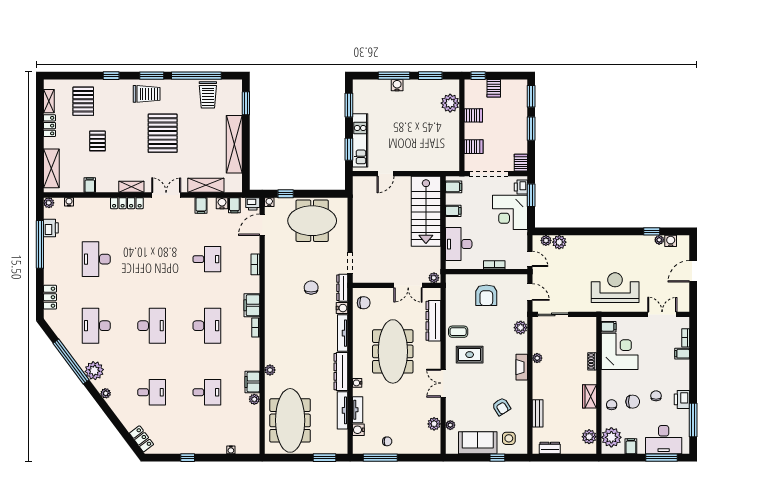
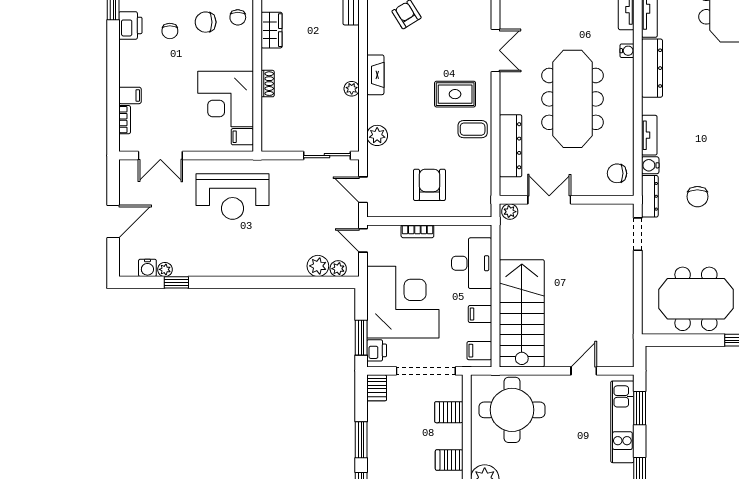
round table: (432, 148) -> (512, 410), added
corner desk: (510, 212) -> (403, 302), width x1.36, depth x1.36
tv unit: (343, 333) -> (649, 135), width x0.71

